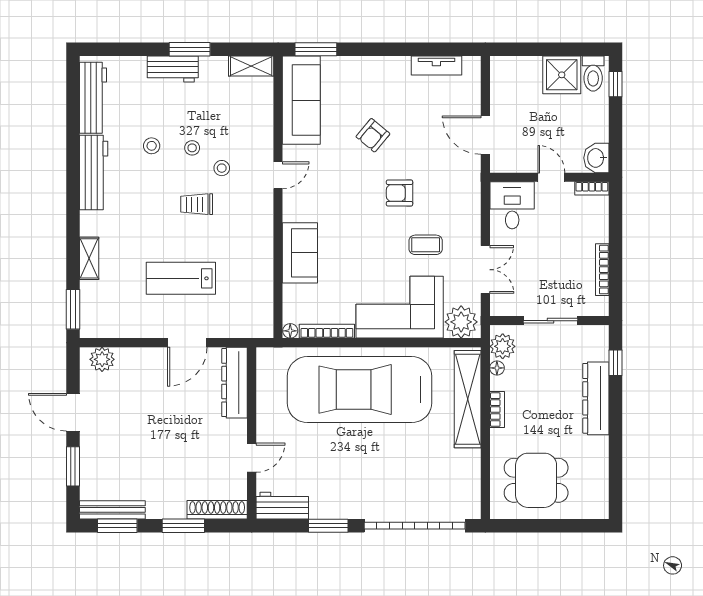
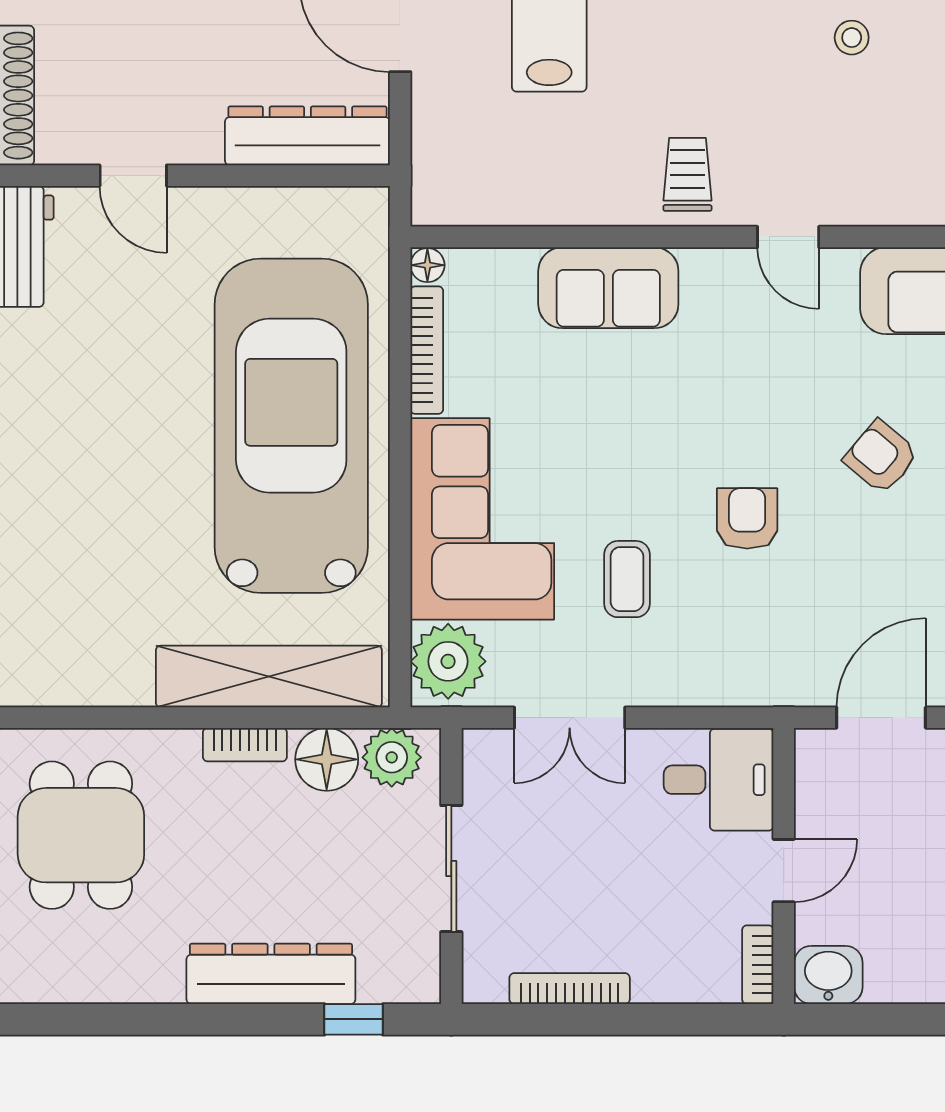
stool: (222, 168) -> (805, 106), removed
trolley: (197, 204) -> (687, 174), moved
floor lamp: (497, 368) -> (327, 759), width x1.89, depth x1.89

